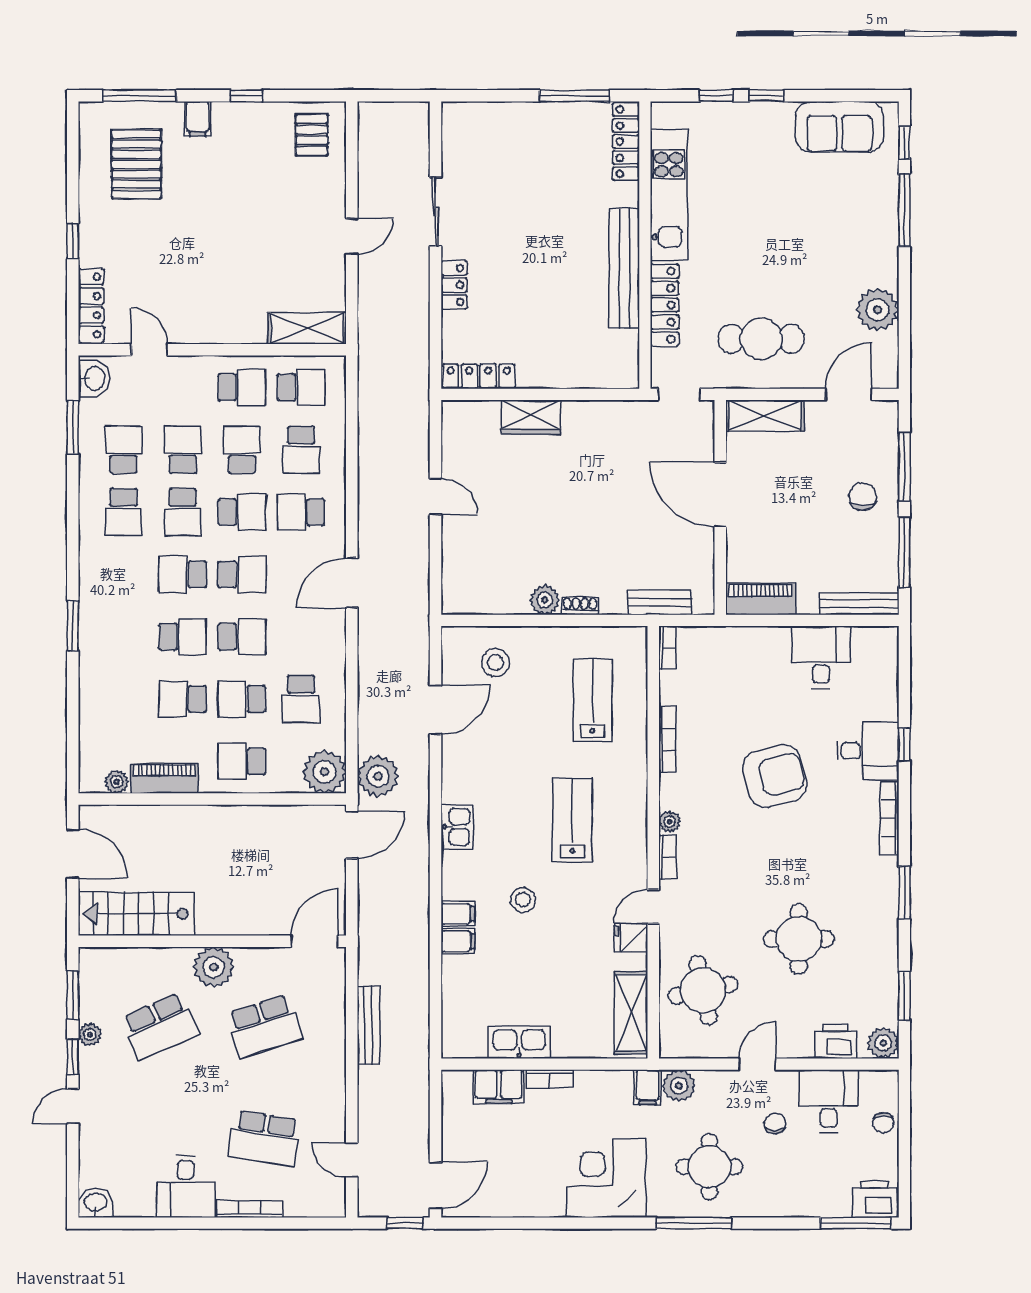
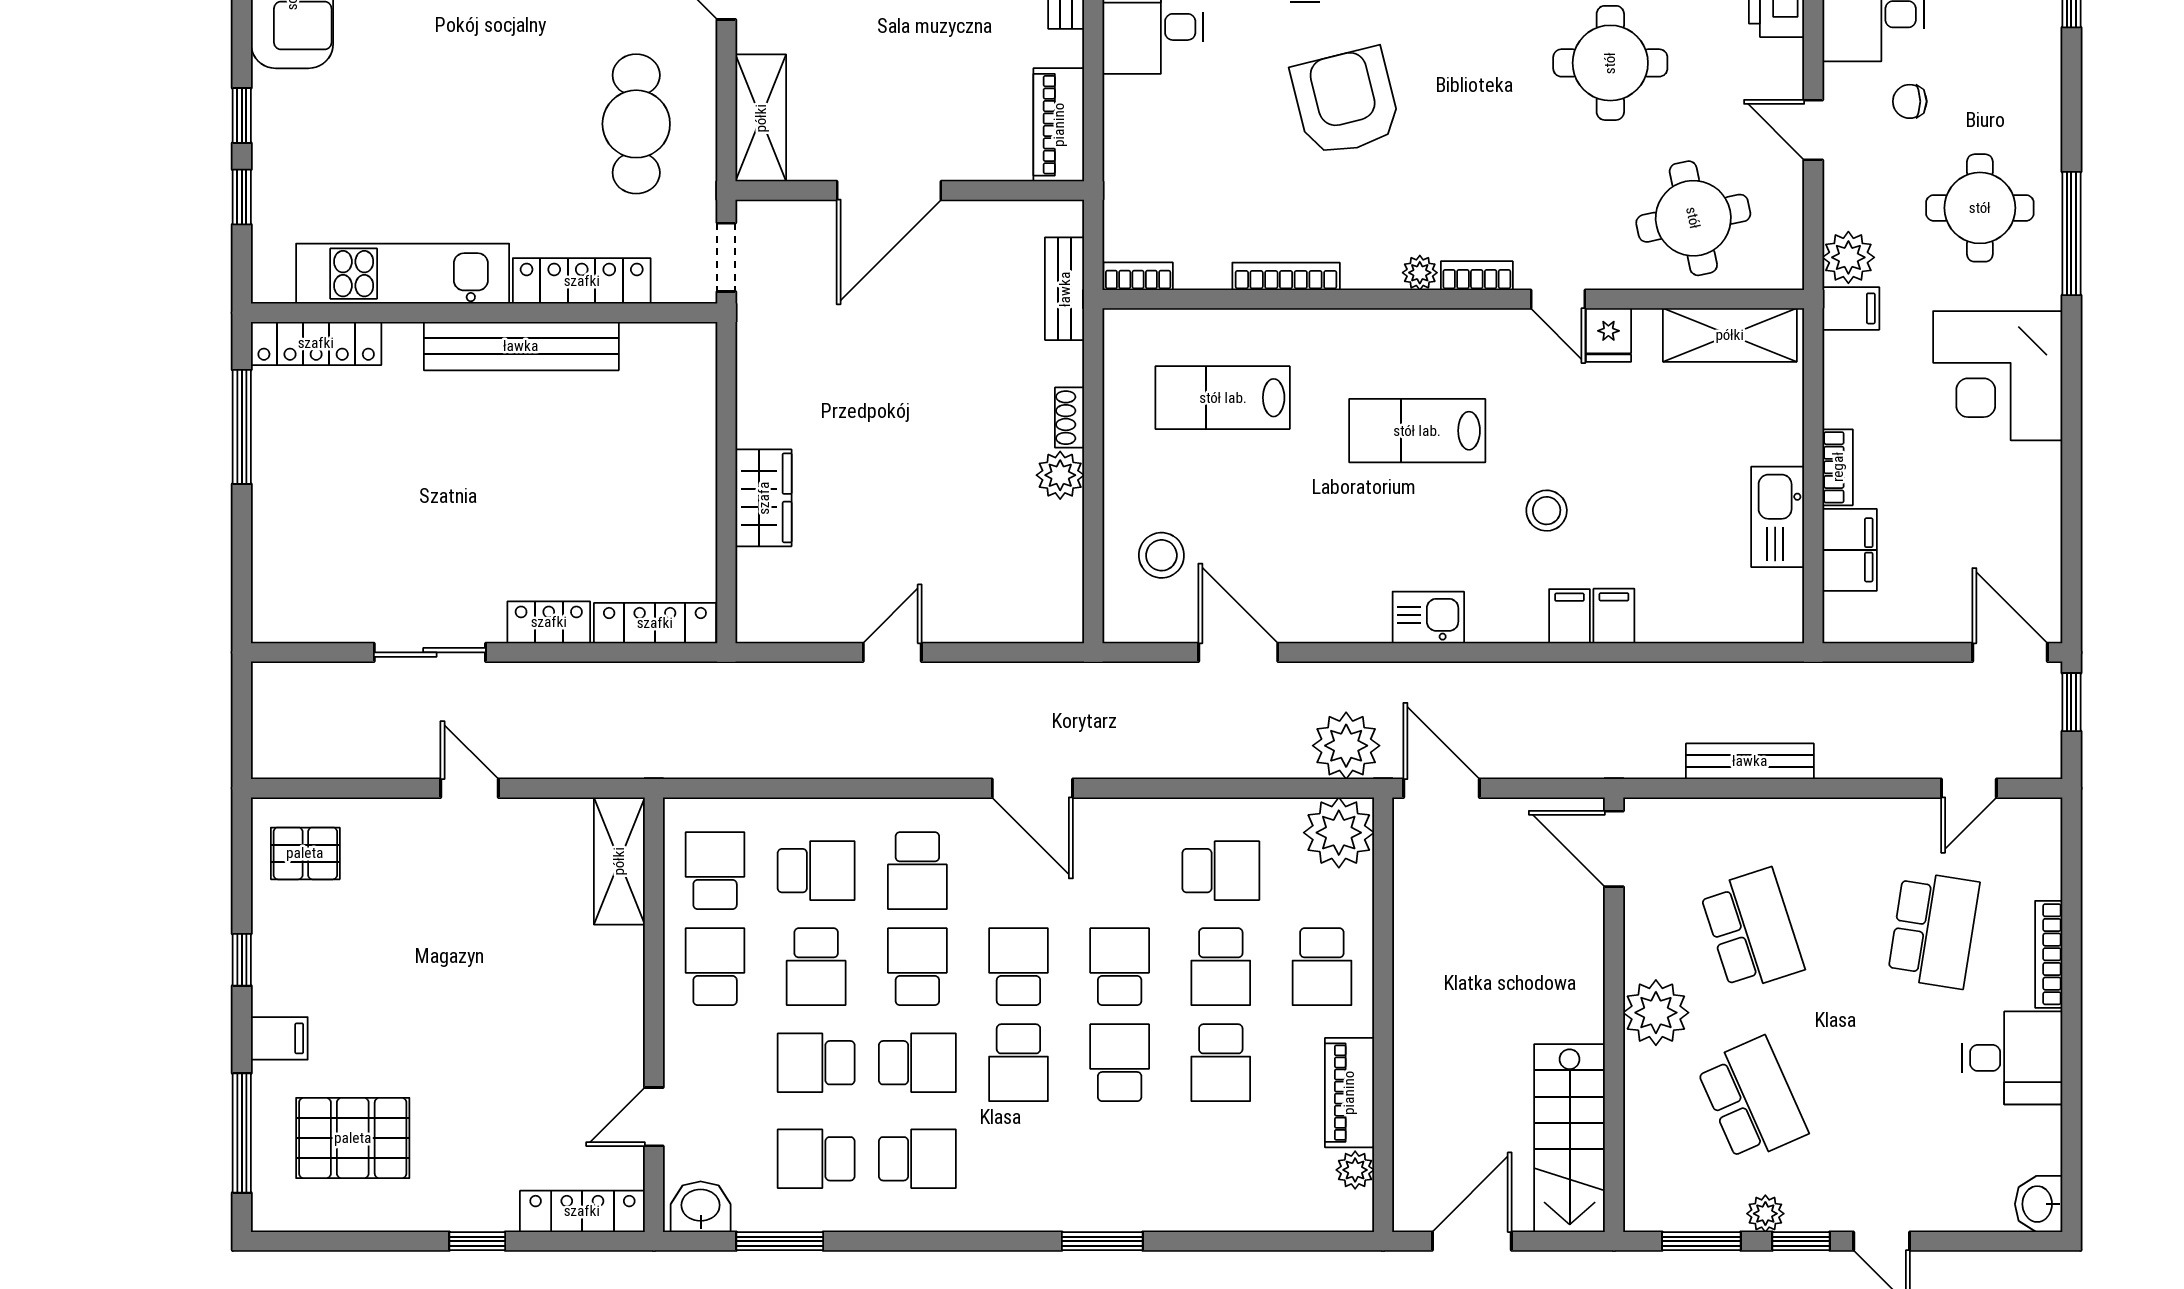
locker: (479, 376) -> (655, 623), moved, turned 90
school desk: (242, 450) -> (816, 967), turned -90

